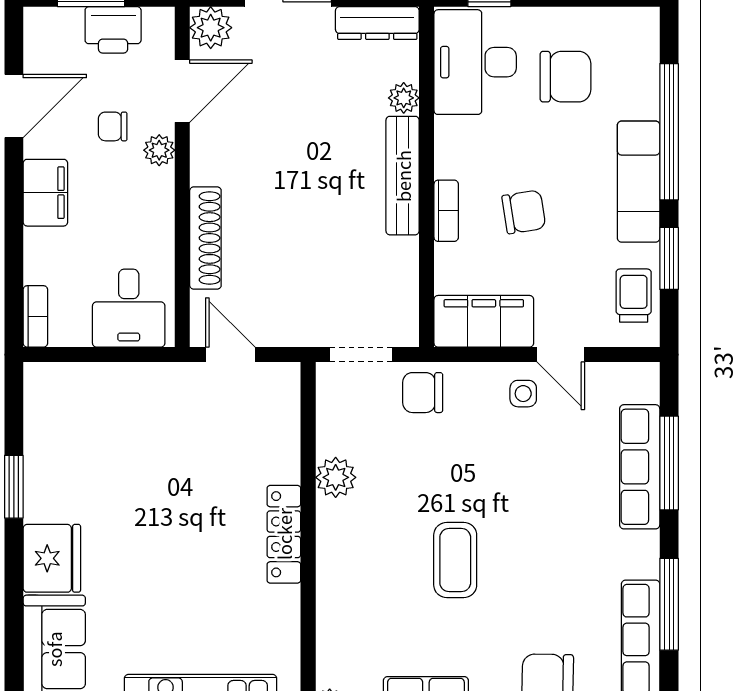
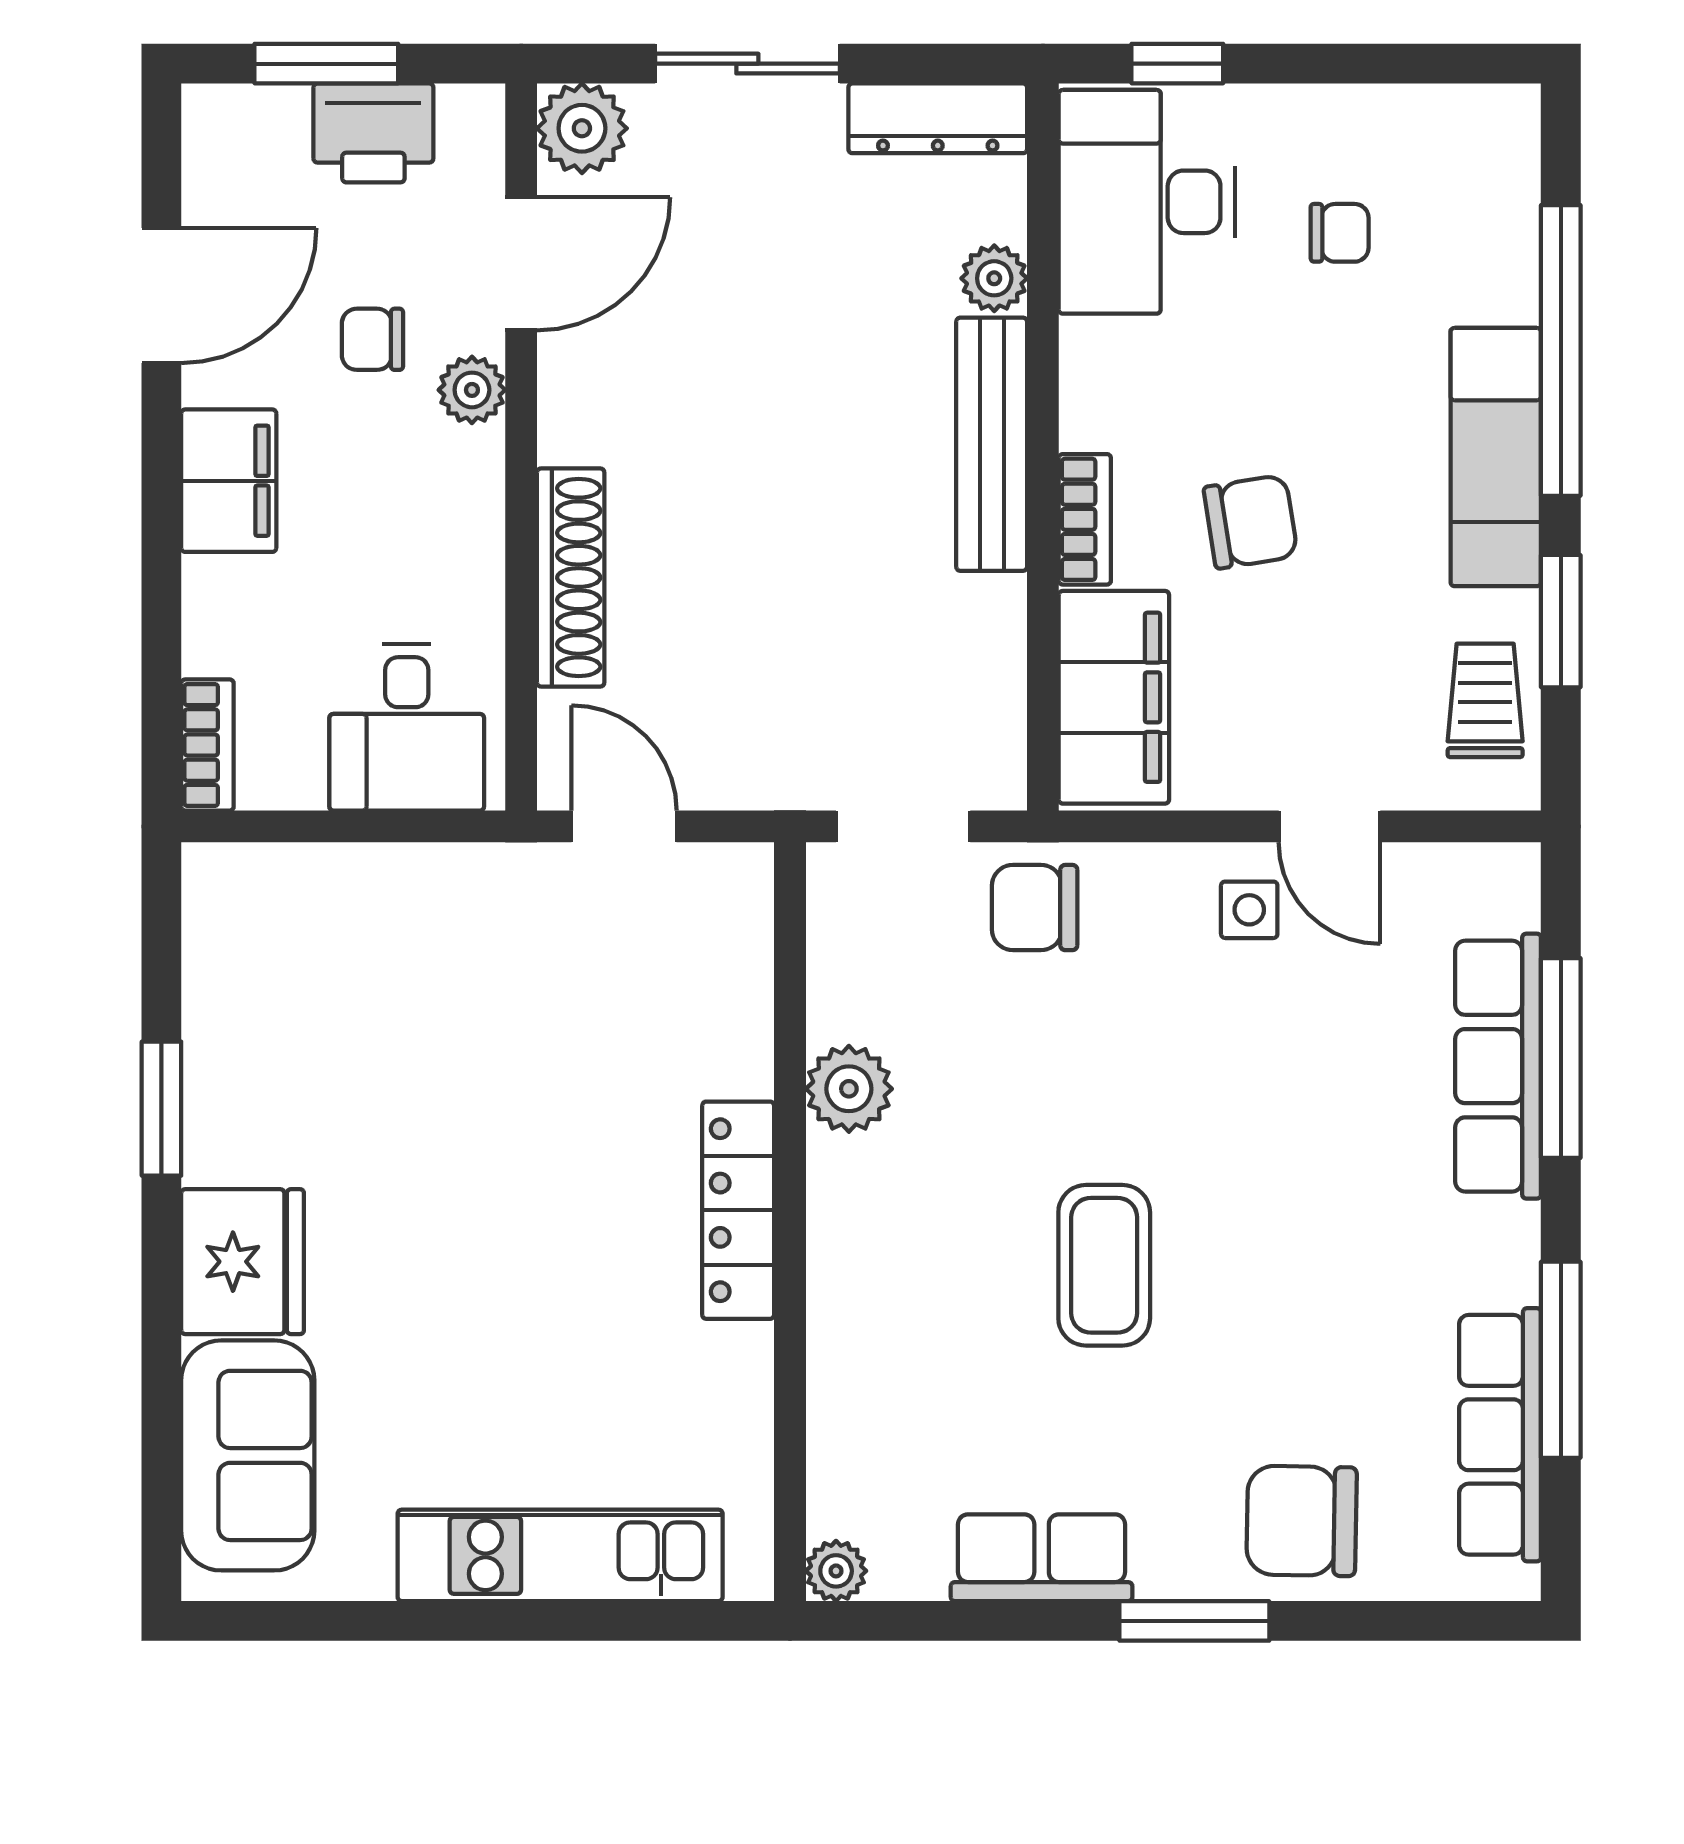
chair: (565, 77) -> (1340, 233), width x0.54, depth x0.54
filing cabinet: (484, 321) -> (1114, 697), moved, turned 90

